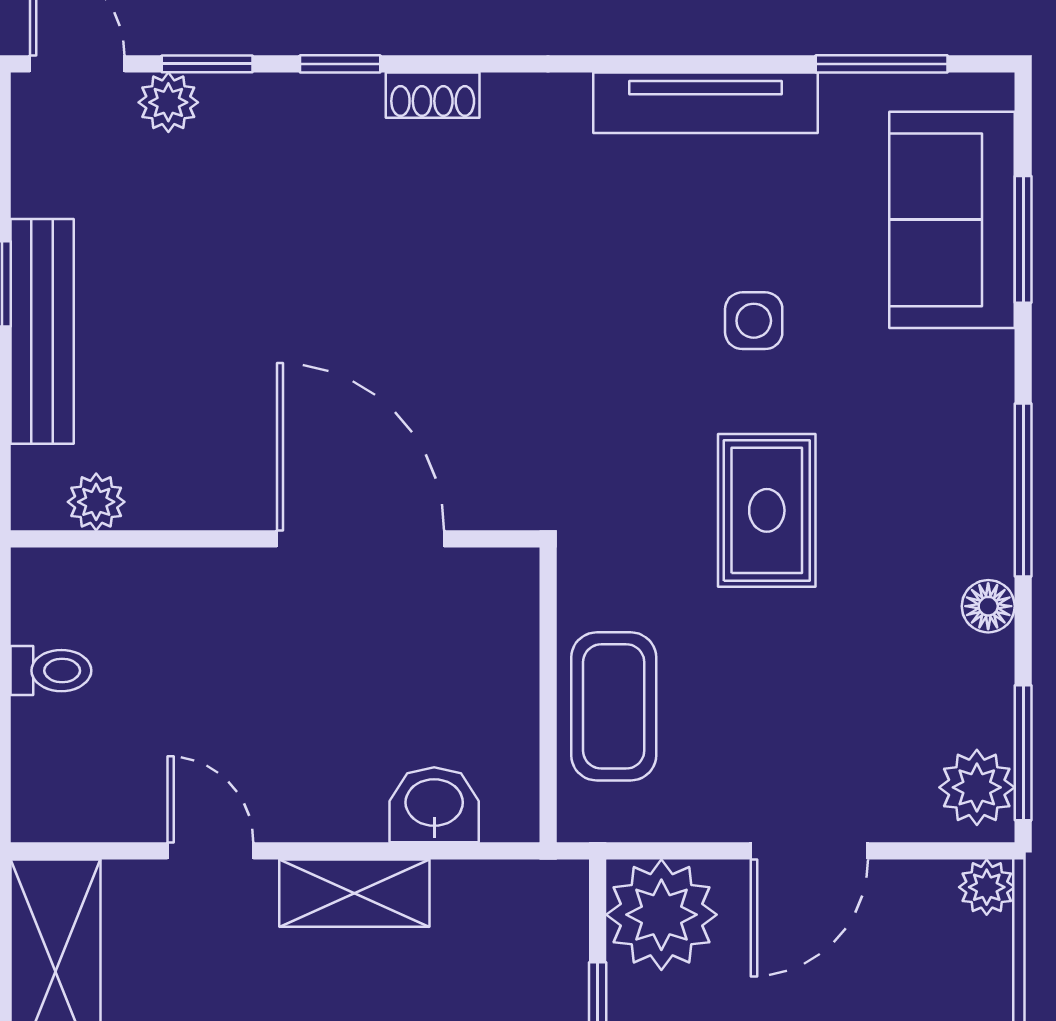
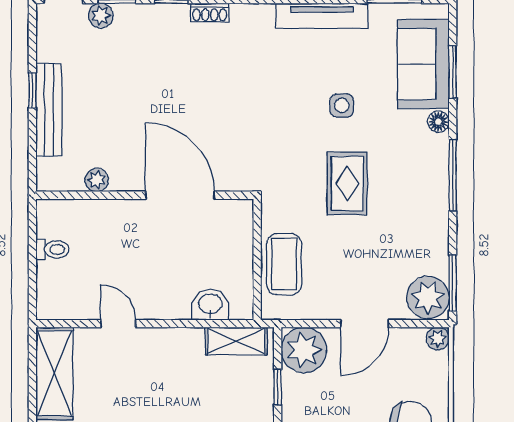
plant: (96, 502) -> (97, 180), moved
floor lamp: (988, 606) -> (438, 122), moved
plant: (977, 787) -> (428, 298), width x1.36, depth x1.36
shelving: (354, 893) -> (236, 341), moved

